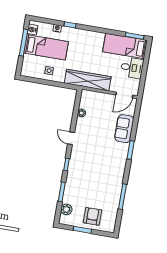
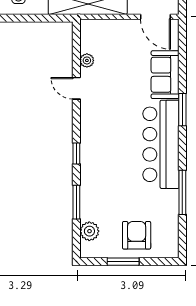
door: (124, 95) -> (155, 17), hinge flipped
door: (71, 138) -> (76, 88), moved
bar counter: (115, 167) -> (161, 144), added

